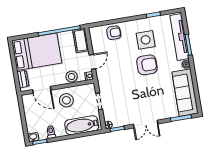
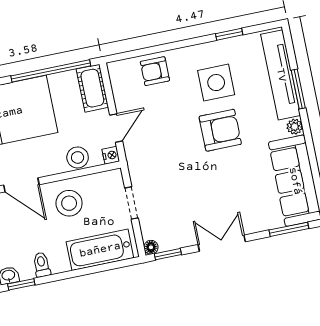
armchair: (114, 33) -> (155, 71), turned 180
double door: (146, 124) -> (222, 243), swing flipped

